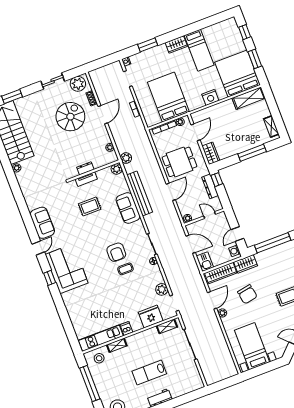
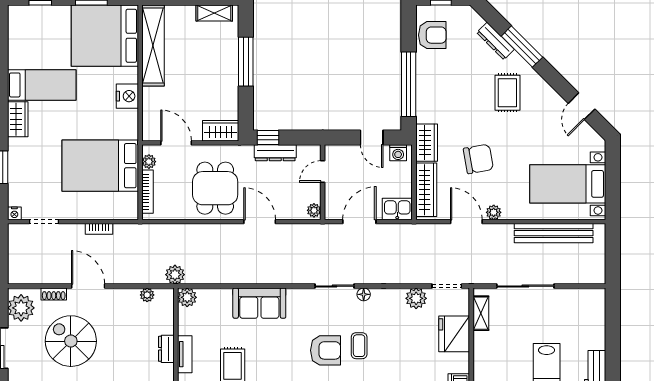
shelving: (249, 98) -> (153, 46), width x1.47
bench: (140, 194) -> (554, 233), moved

